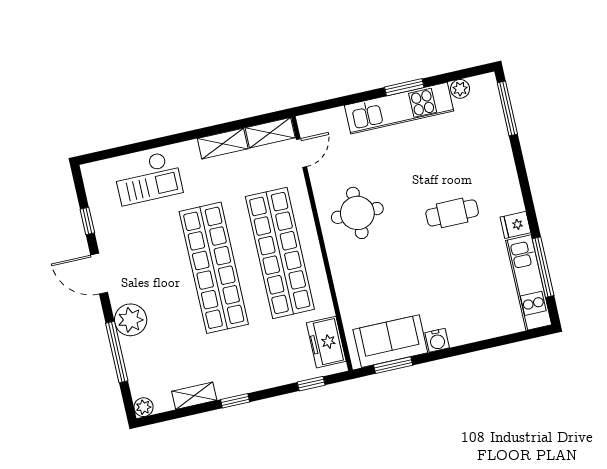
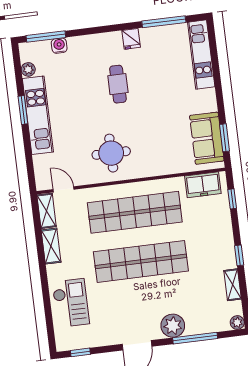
window: (87, 221) -> (80, 352), moved
kitchen unit: (529, 283) -> (201, 55), moved, turned 90
water cooler: (437, 340) -> (59, 46), moved, turned -90

